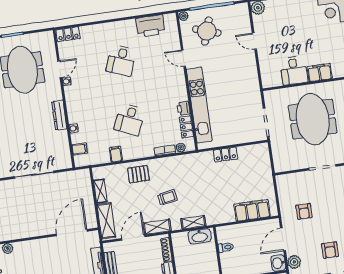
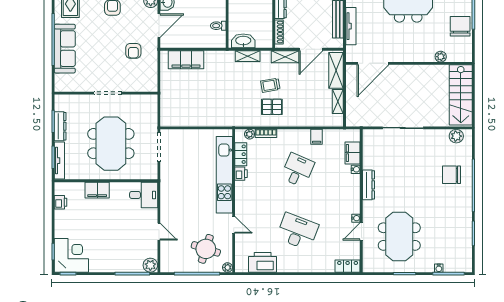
desk: (121, 60) -> (297, 231), width x1.37
desk: (294, 70) -> (144, 195), moved, turned 90
filing cabinet: (80, 149) -> (353, 153), width x2.00
locker: (226, 155) -> (205, 120), removed
pallet: (138, 174) -> (272, 107), moved
armchair: (304, 211) -> (133, 51), turned 180

